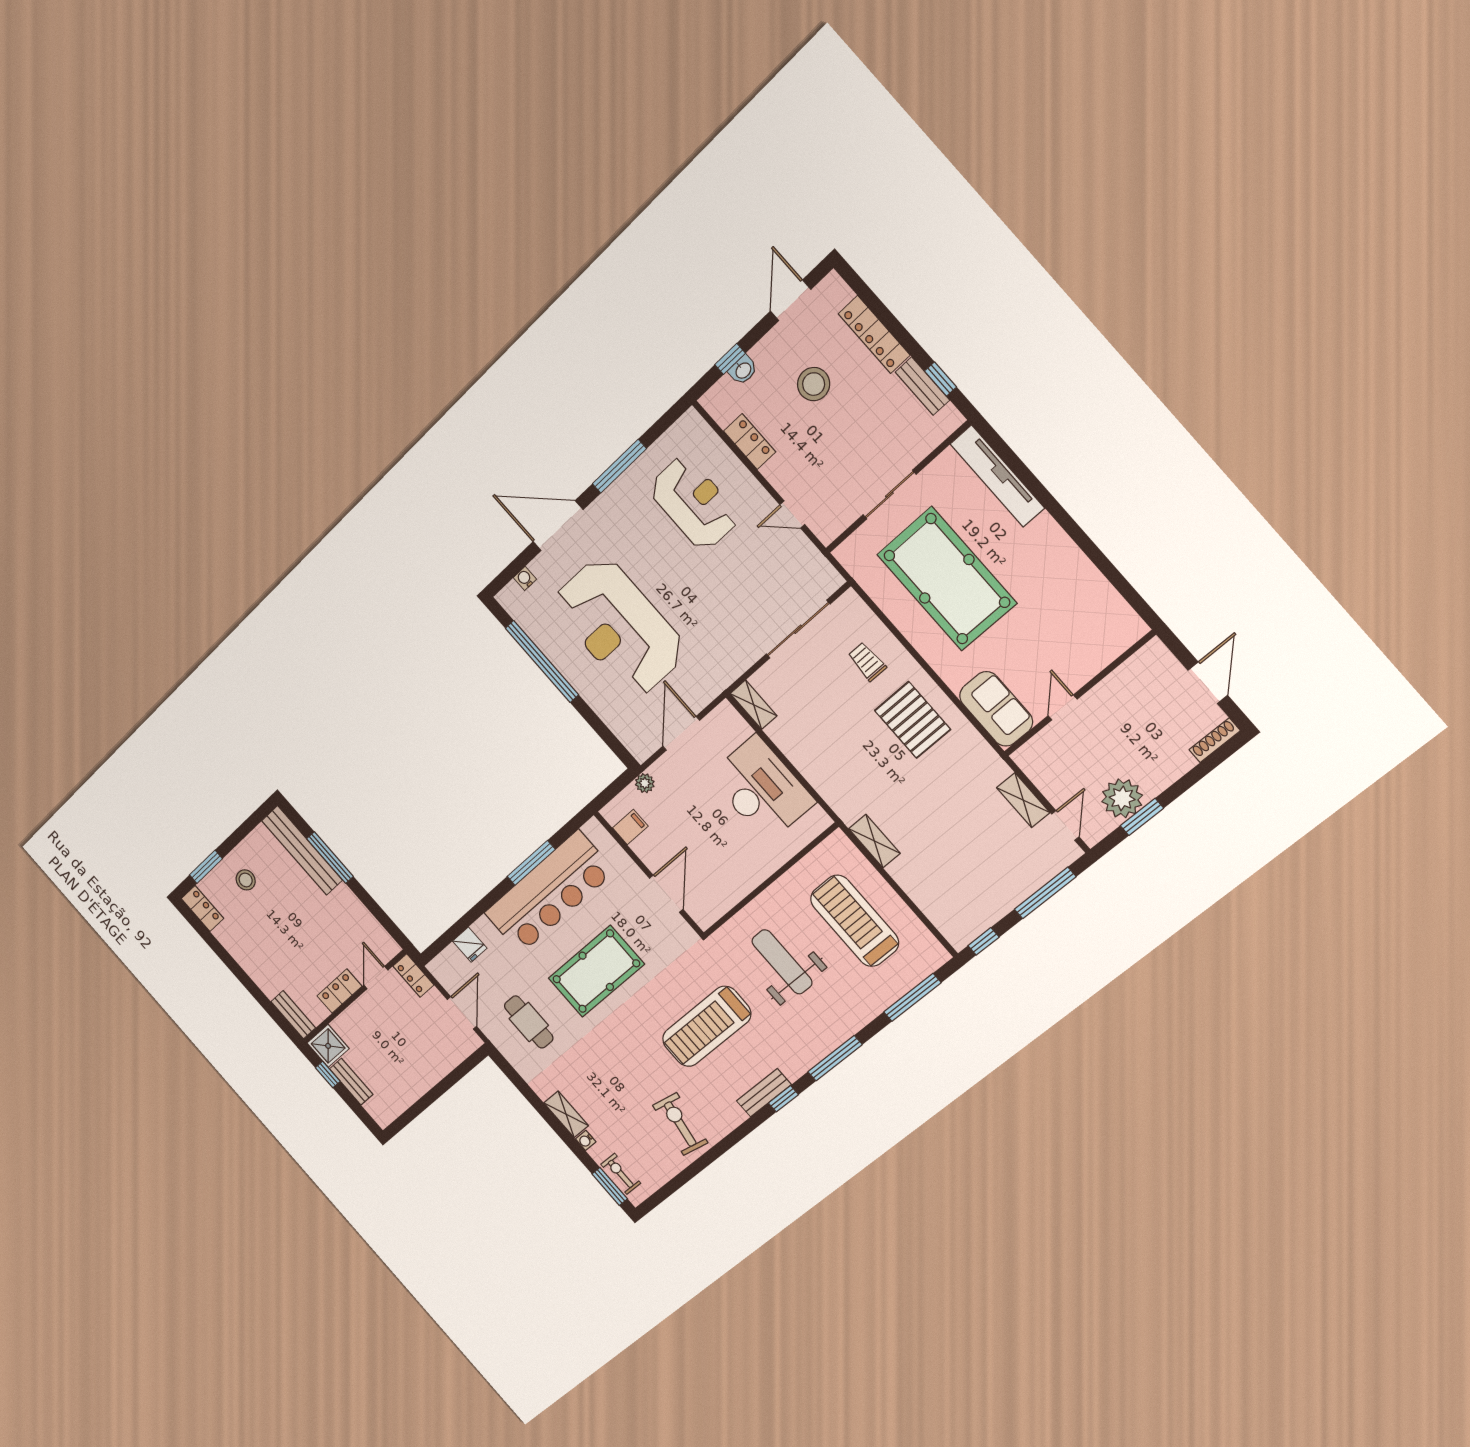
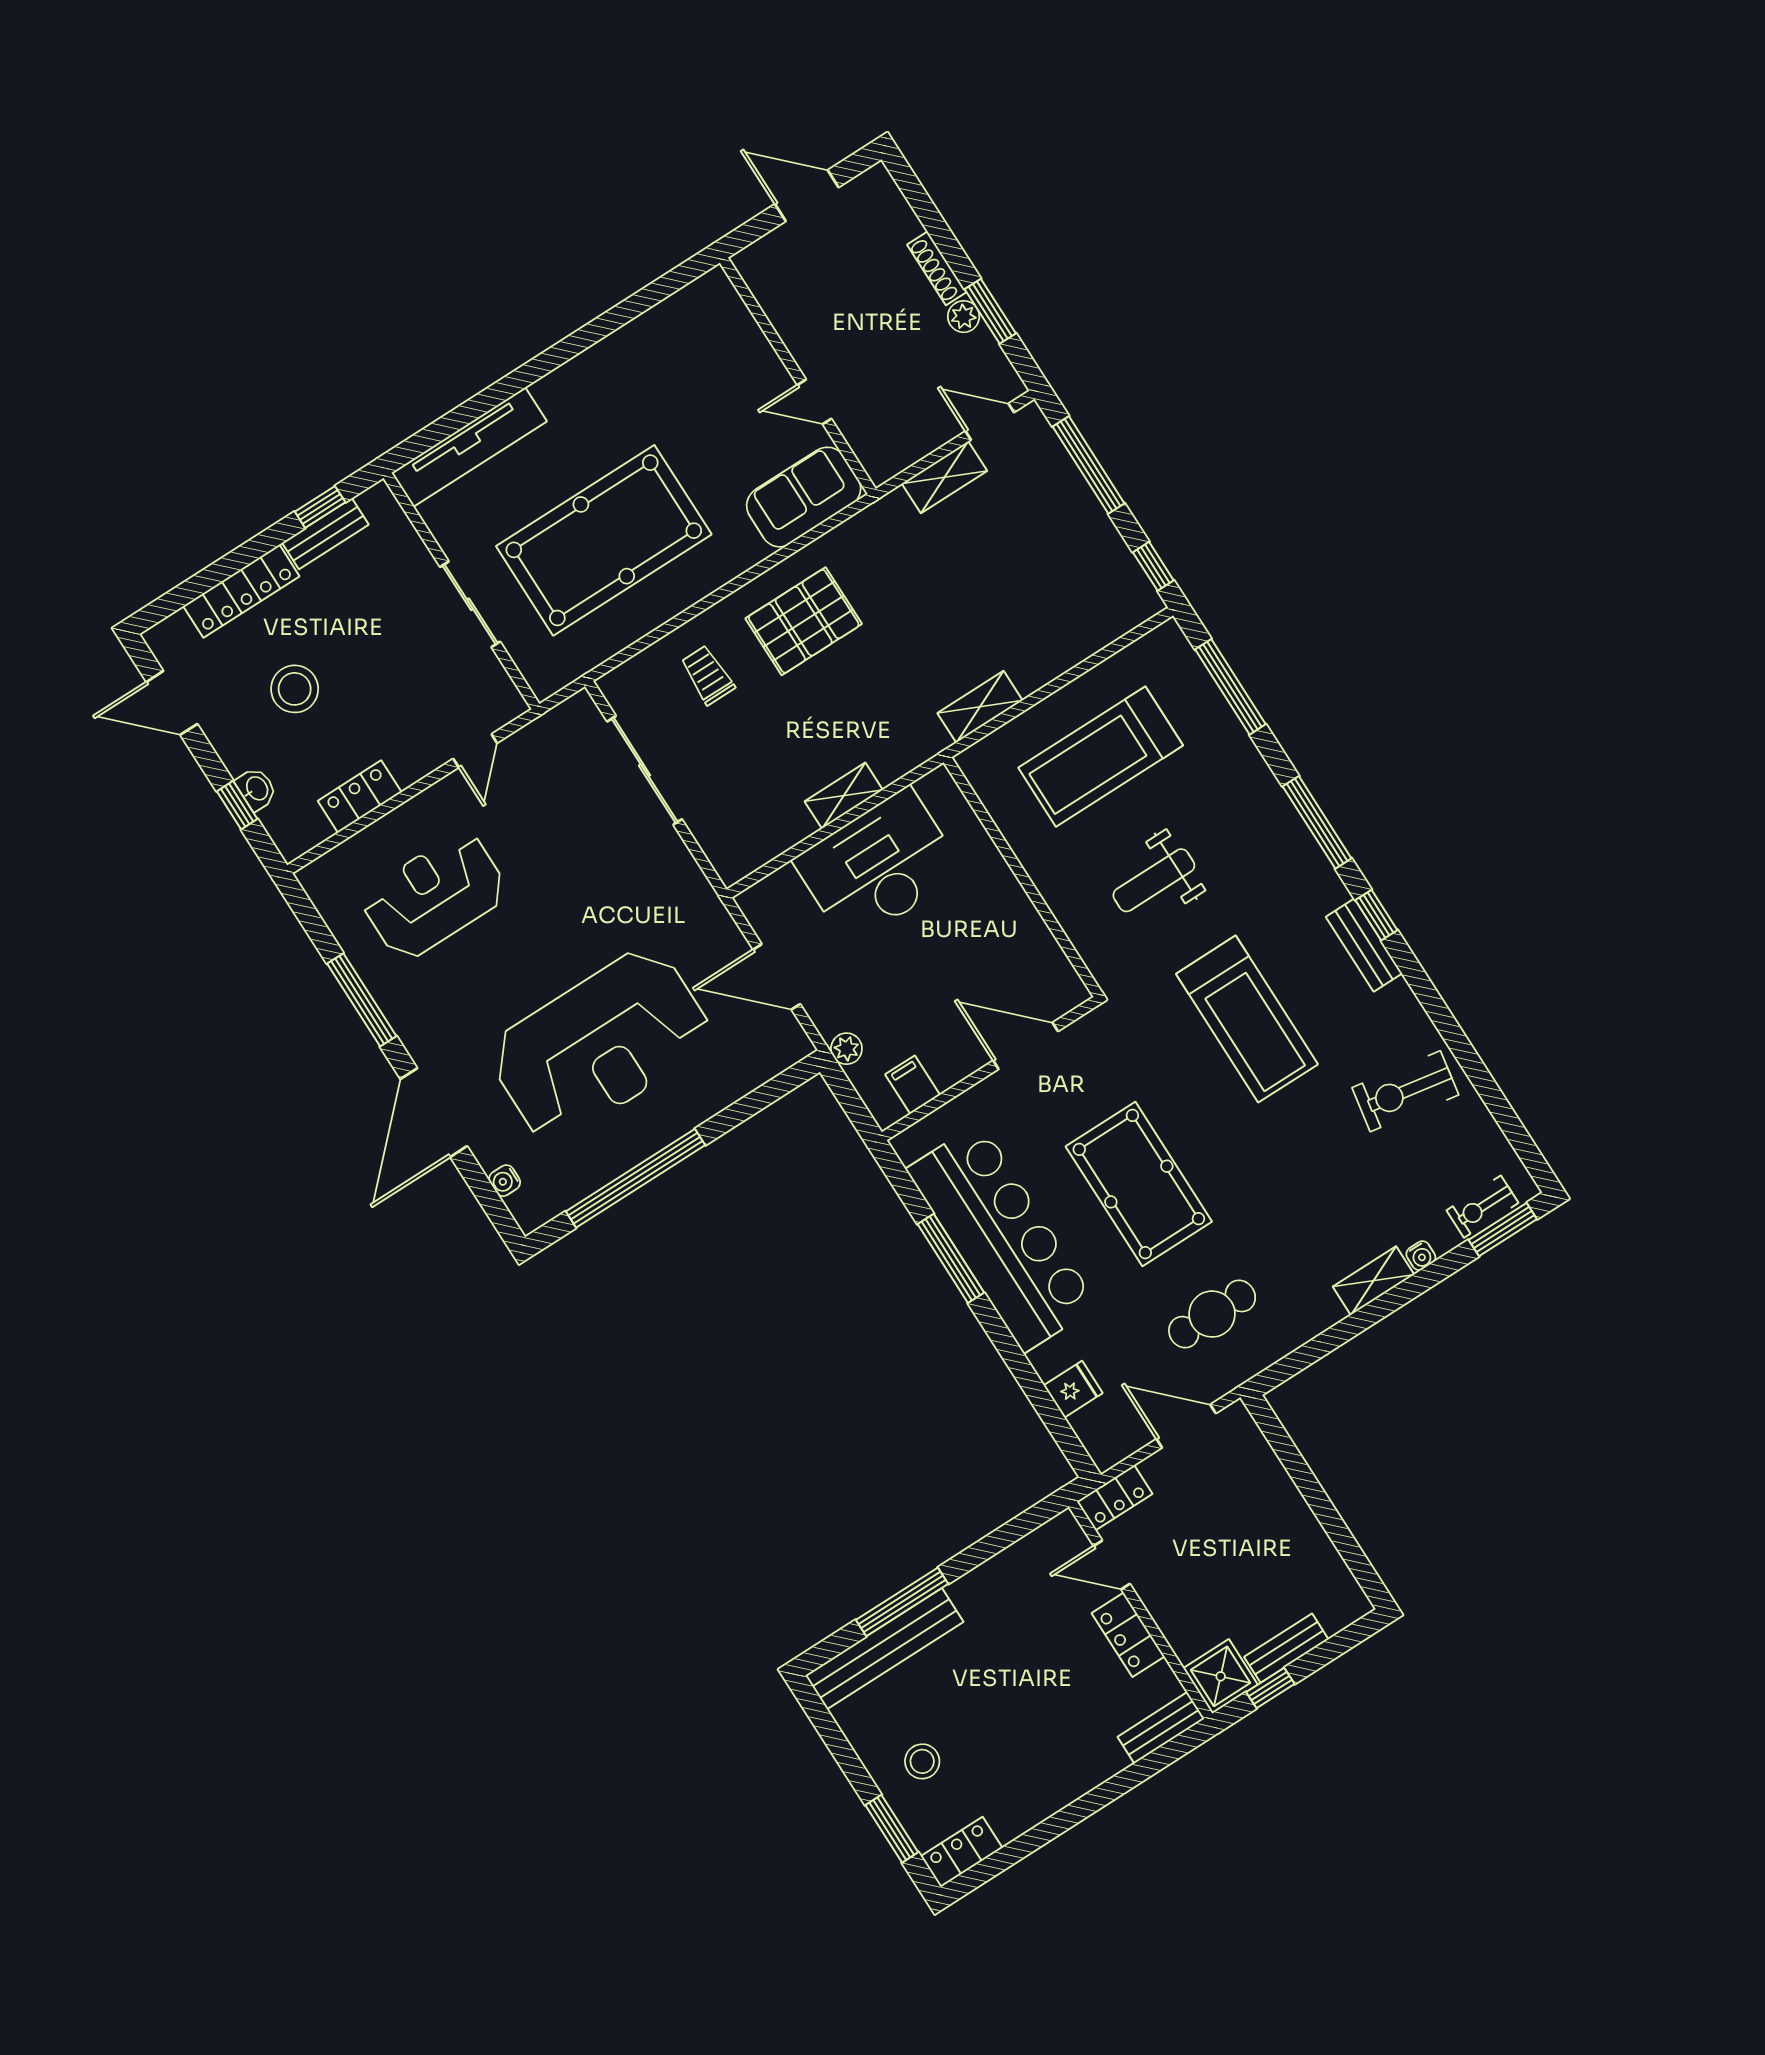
trolley: (867, 662) -> (708, 675), turned 90
shelving: (754, 705) -> (844, 796), moved
shoe rack: (1215, 740) -> (937, 268), moved
plant: (1122, 798) -> (964, 317), width x0.53, depth x0.53
weight bench: (782, 962) -> (1154, 880), width x0.73, depth x0.75

